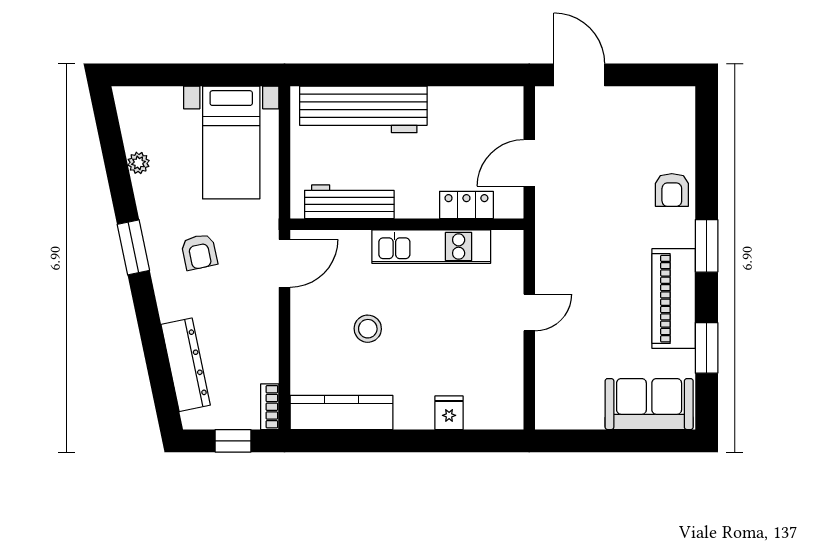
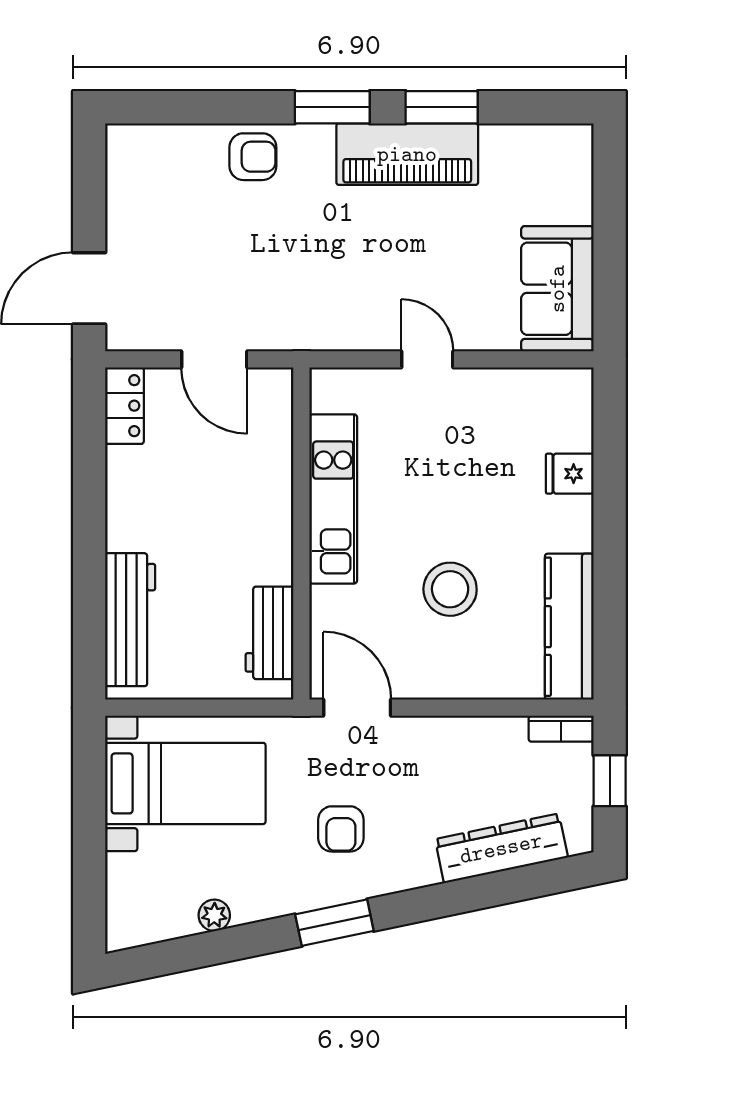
workbench: (363, 109) -> (130, 620), width x0.73, depth x0.76
workbench: (349, 202) -> (269, 633), width x0.73
locker: (466, 205) -> (125, 406), moved, turned 180
armchair: (199, 252) -> (341, 829), turned 102
stool: (368, 329) -> (450, 589), width x1.38, depth x1.38
window: (707, 348) -> (442, 107), moved
sofa: (649, 404) -> (557, 289), moved

